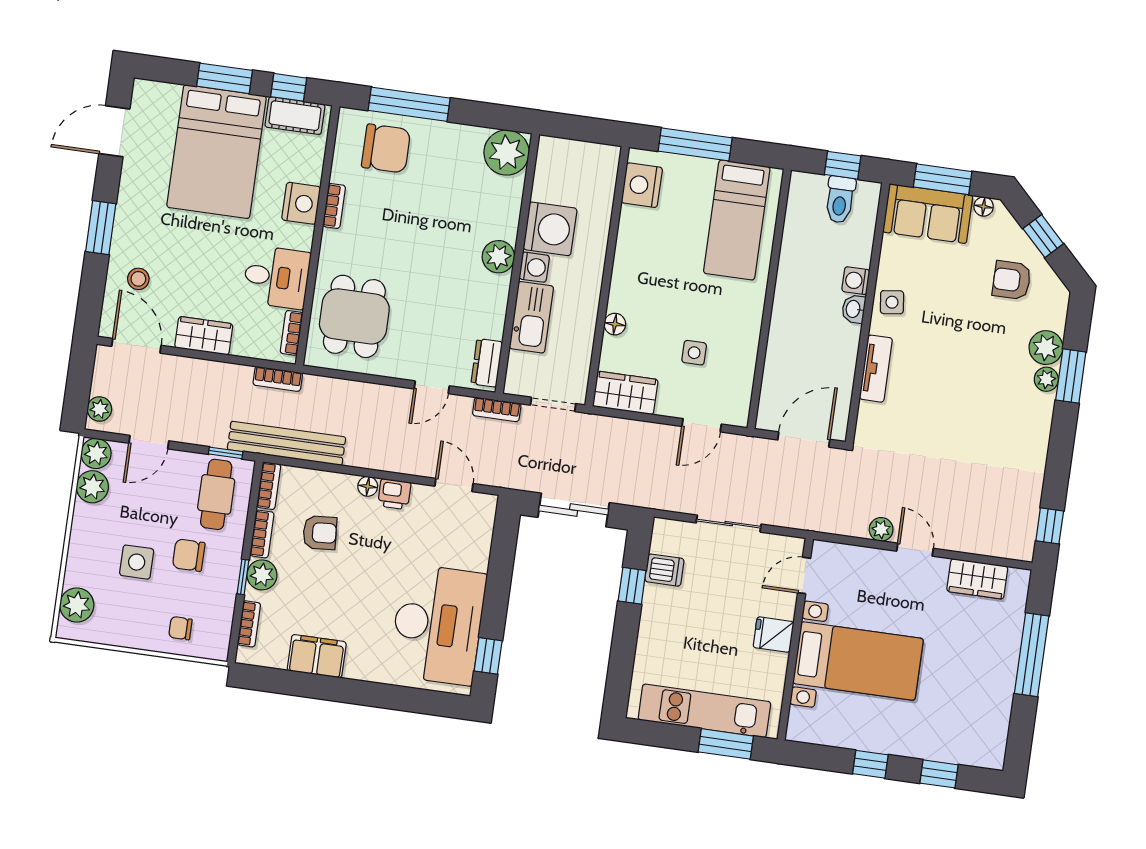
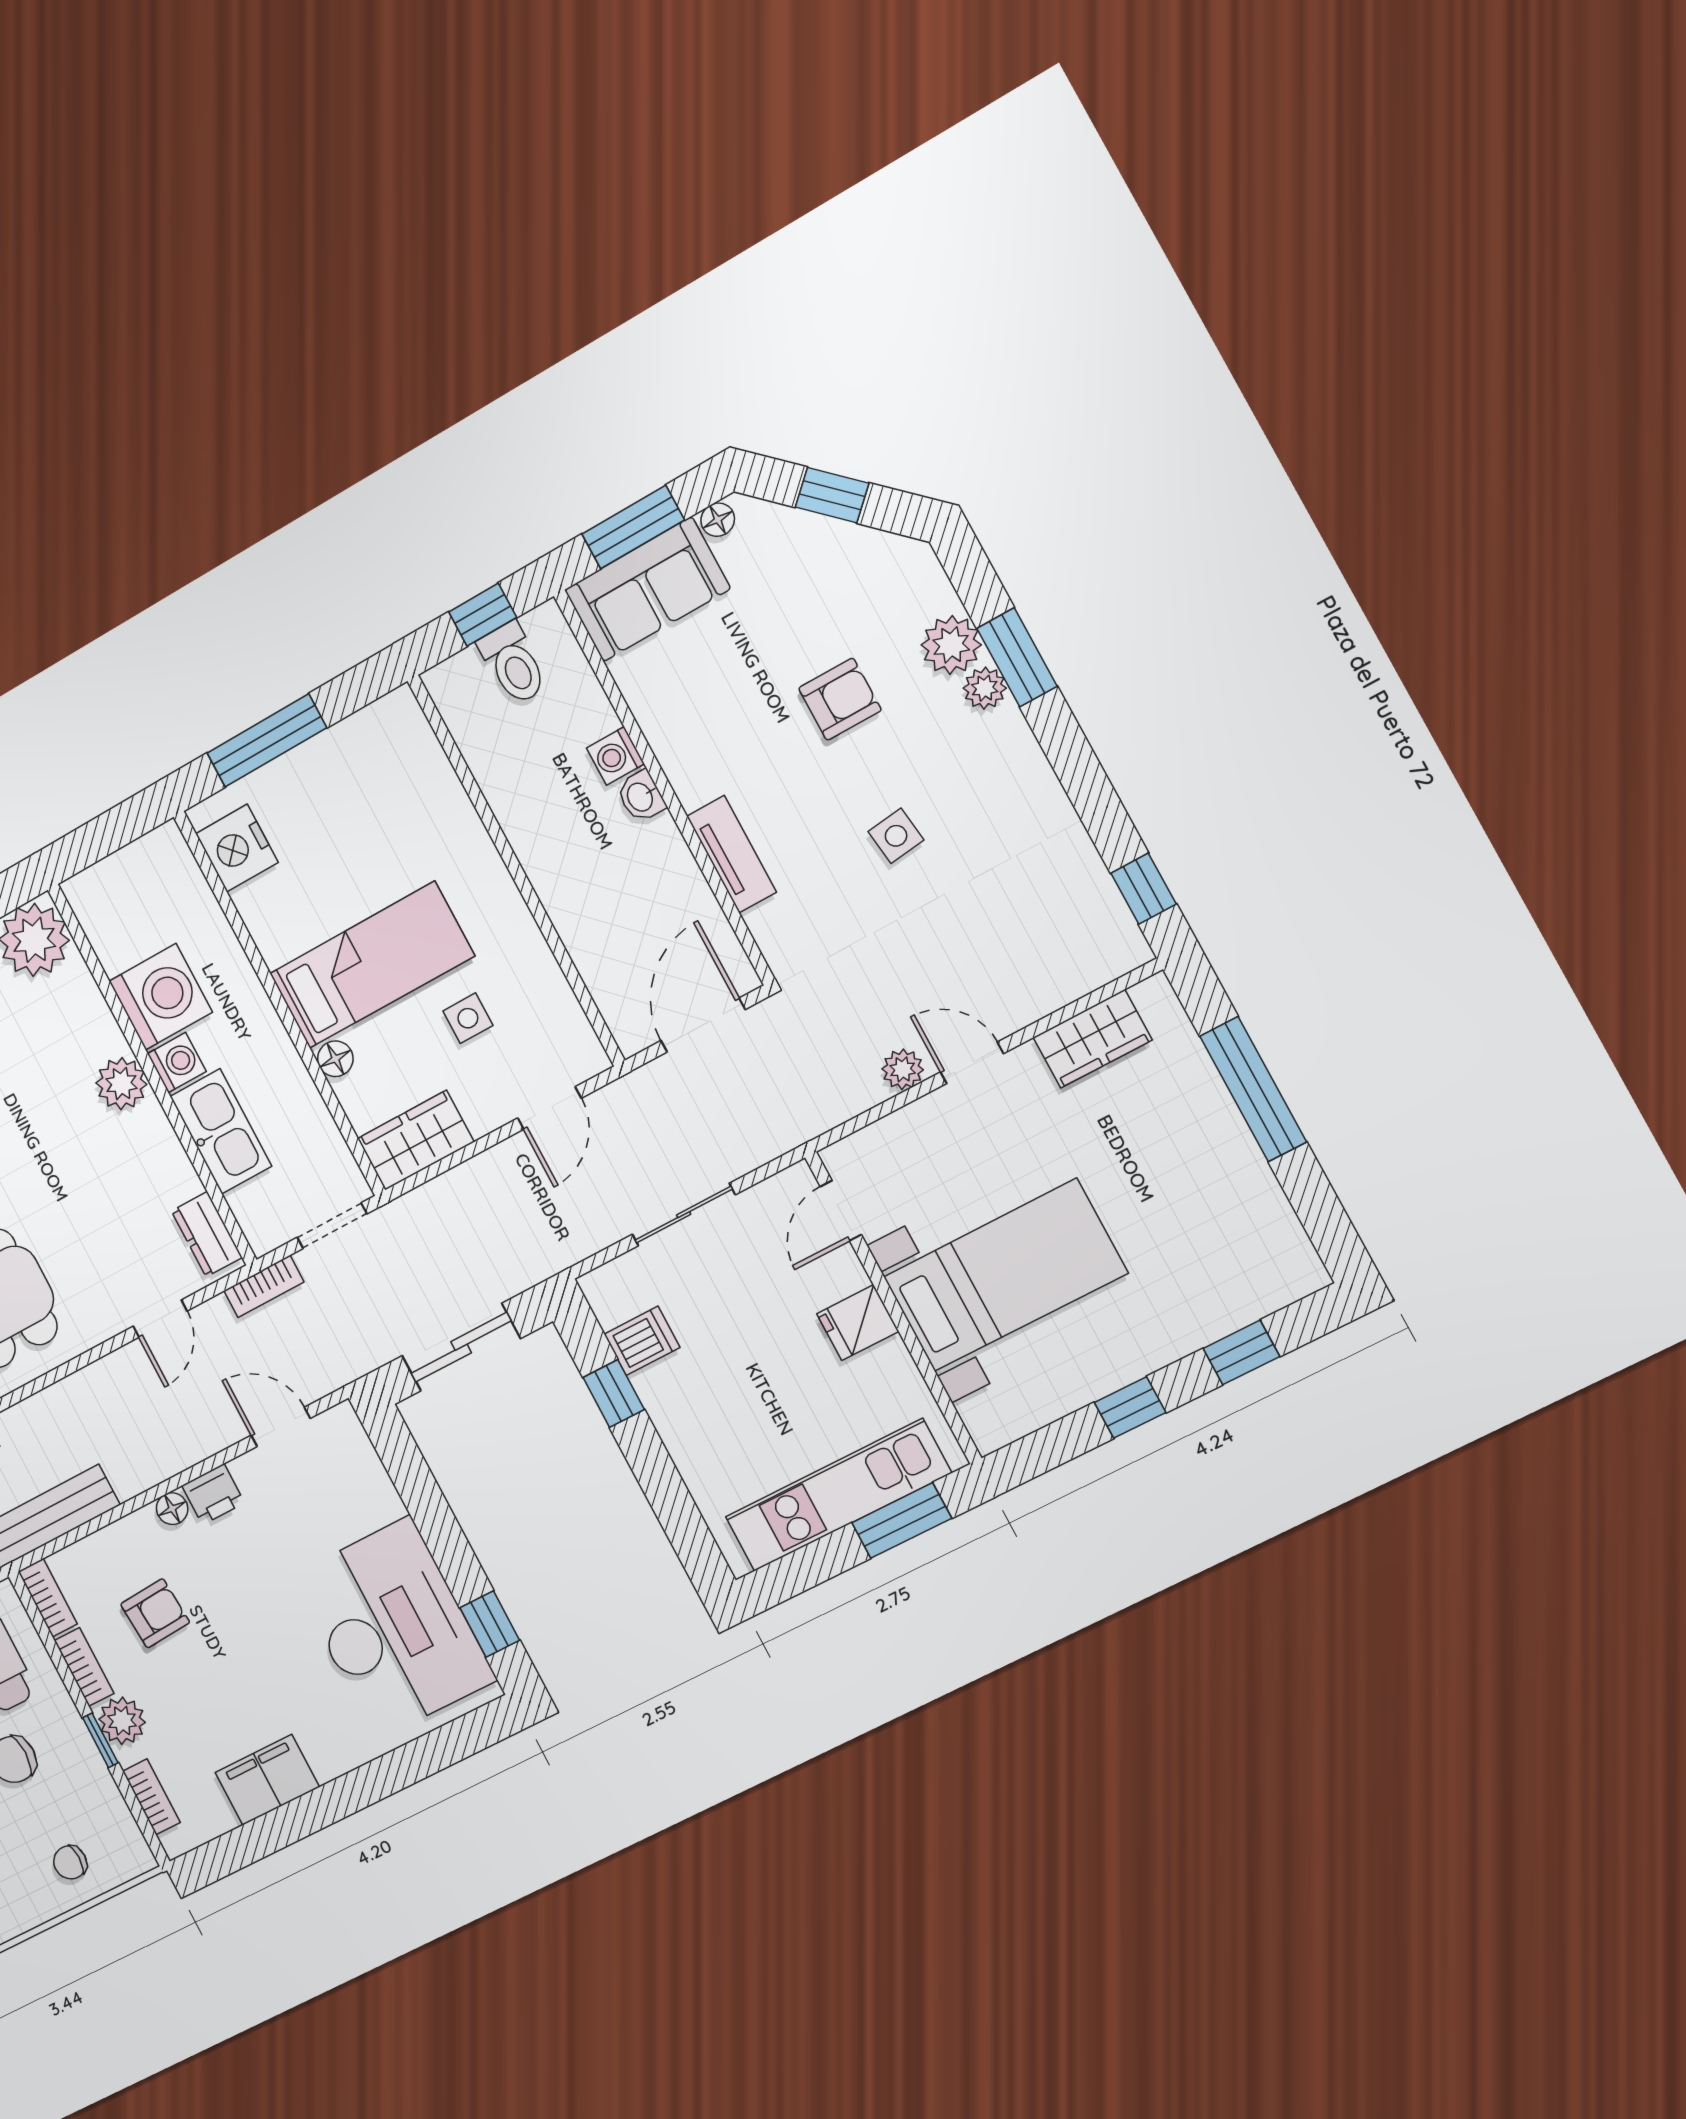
bed: (737, 220) -> (372, 965), moved, turned -90
armchair: (1012, 280) -> (840, 699), moved, turned 180
side table: (892, 302) -> (896, 836), moved

